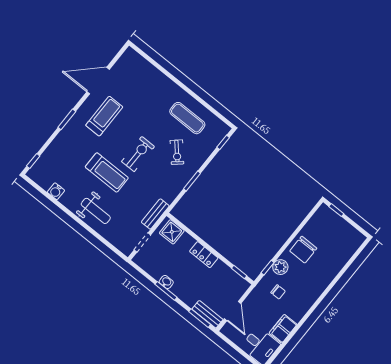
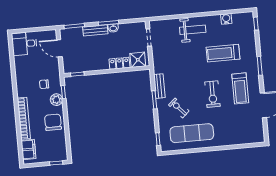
exercise mat: (187, 118) -> (192, 133), width x1.36, depth x1.45
exercise bike: (138, 154) -> (212, 94), moved
treadmill: (107, 172) -> (223, 53), moved
weight bench: (96, 211) -> (193, 30), turned 180
bench: (155, 214) -> (159, 86), moved
locker: (204, 255) -> (119, 63), moved
bookcase: (326, 279) -> (24, 118), added
bench: (208, 314) -> (95, 30), moved
filing cabinet: (283, 329) -> (28, 149), moved

